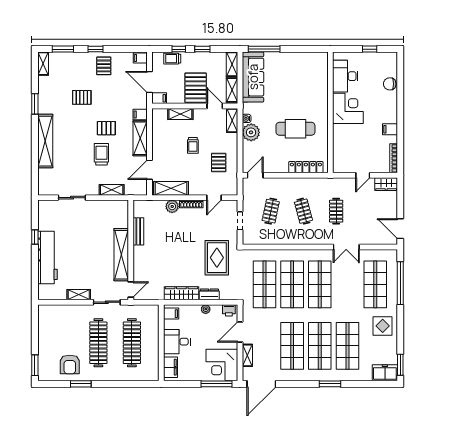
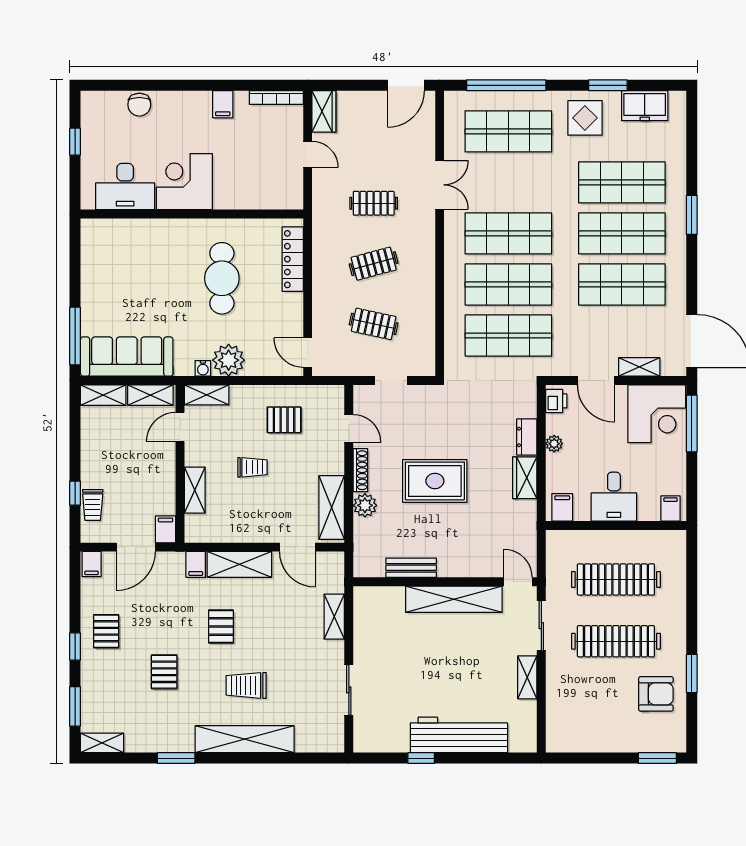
window: (202, 49) -> (75, 450), removed
pallet: (104, 66) -> (106, 631), turned 90
pallet: (196, 88) -> (146, 462), removed
trolley: (101, 154) -> (246, 685), moved
rug: (217, 258) -> (435, 481), moved
wardrobe: (181, 293) -> (525, 478), width x0.67
window: (400, 365) -> (608, 85), moved
filing cabinet: (170, 367) -> (671, 509), width x0.50
freezer: (385, 373) -> (645, 106), moved, turned -90

